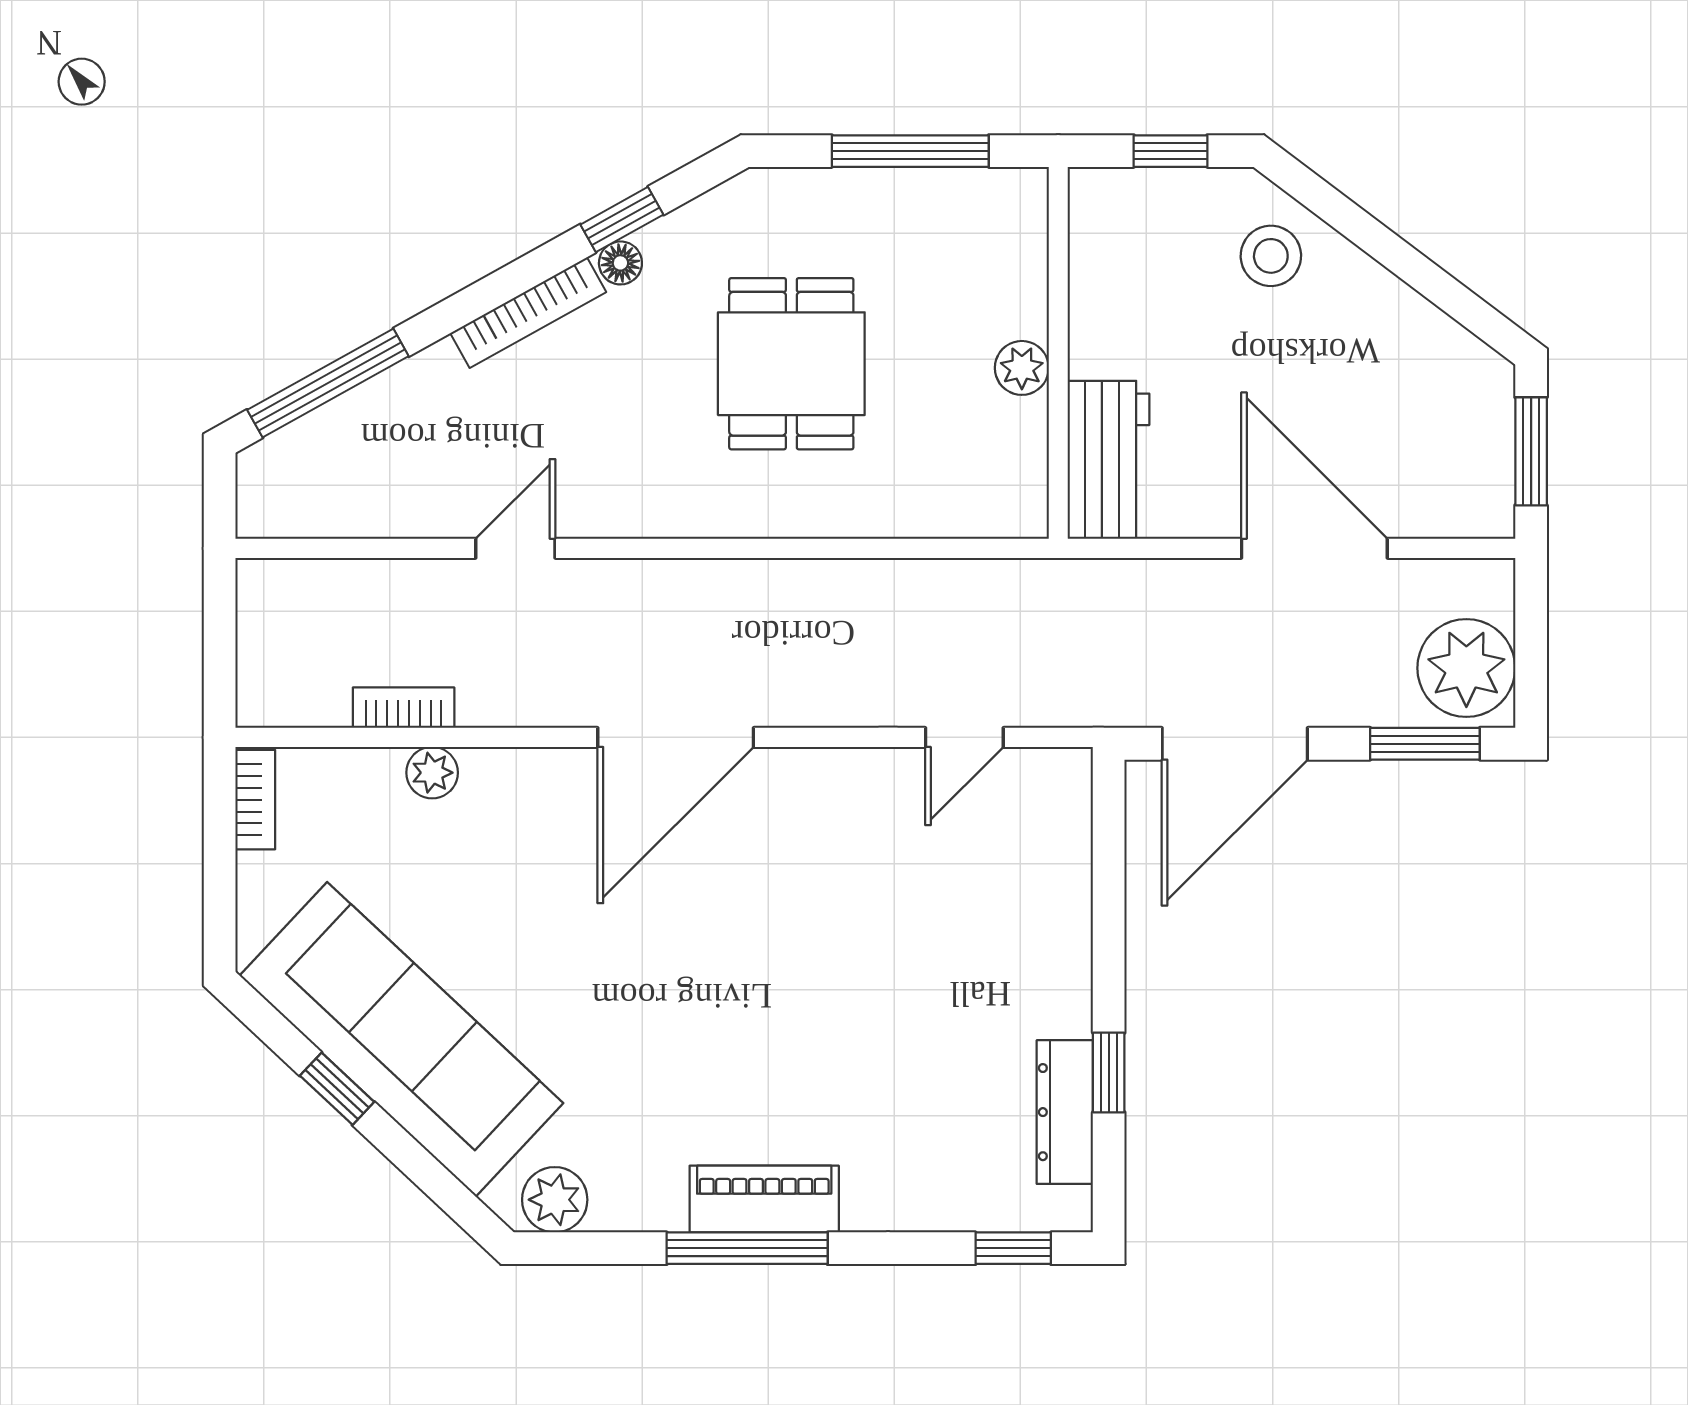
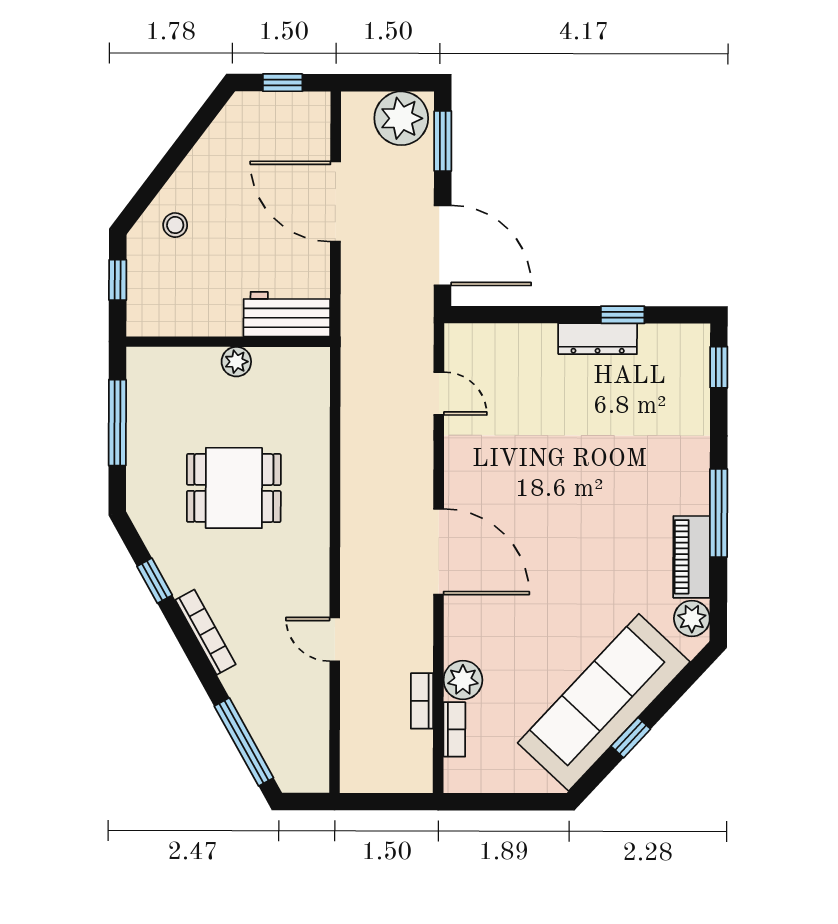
stool: (1271, 256) -> (175, 225), width x0.73, depth x0.73
floor lamp: (620, 263) -> (178, 582), removed
window: (1531, 451) -> (283, 83), width x0.67
door: (1314, 548) -> (336, 201), hinge flipped
plant: (432, 773) -> (463, 680), width x1.38, depth x1.38
bookcase: (255, 800) -> (454, 729), moved, turned 90
dresser: (1065, 1112) -> (598, 339), moved
piano: (764, 1199) -> (692, 557), moved

